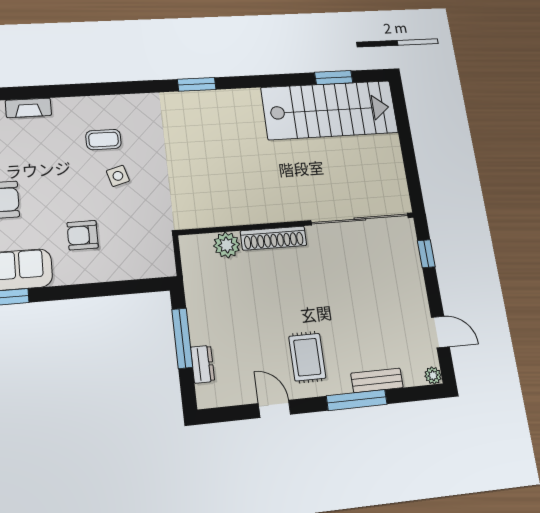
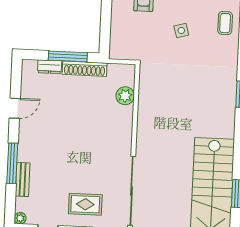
coffee table: (103, 140) -> (225, 23), moved
shoe rack: (273, 238) -> (85, 69), moved, turned -90
rug: (307, 357) -> (85, 204), moved

